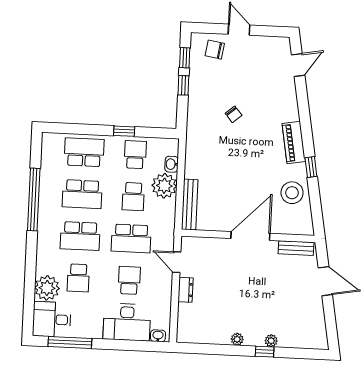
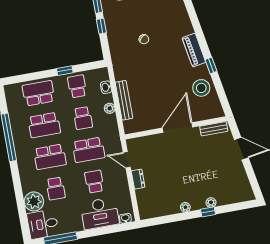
plant: (164, 186) -> (110, 108), width x0.53, depth x0.53
bench: (190, 204) -> (124, 100), moved

